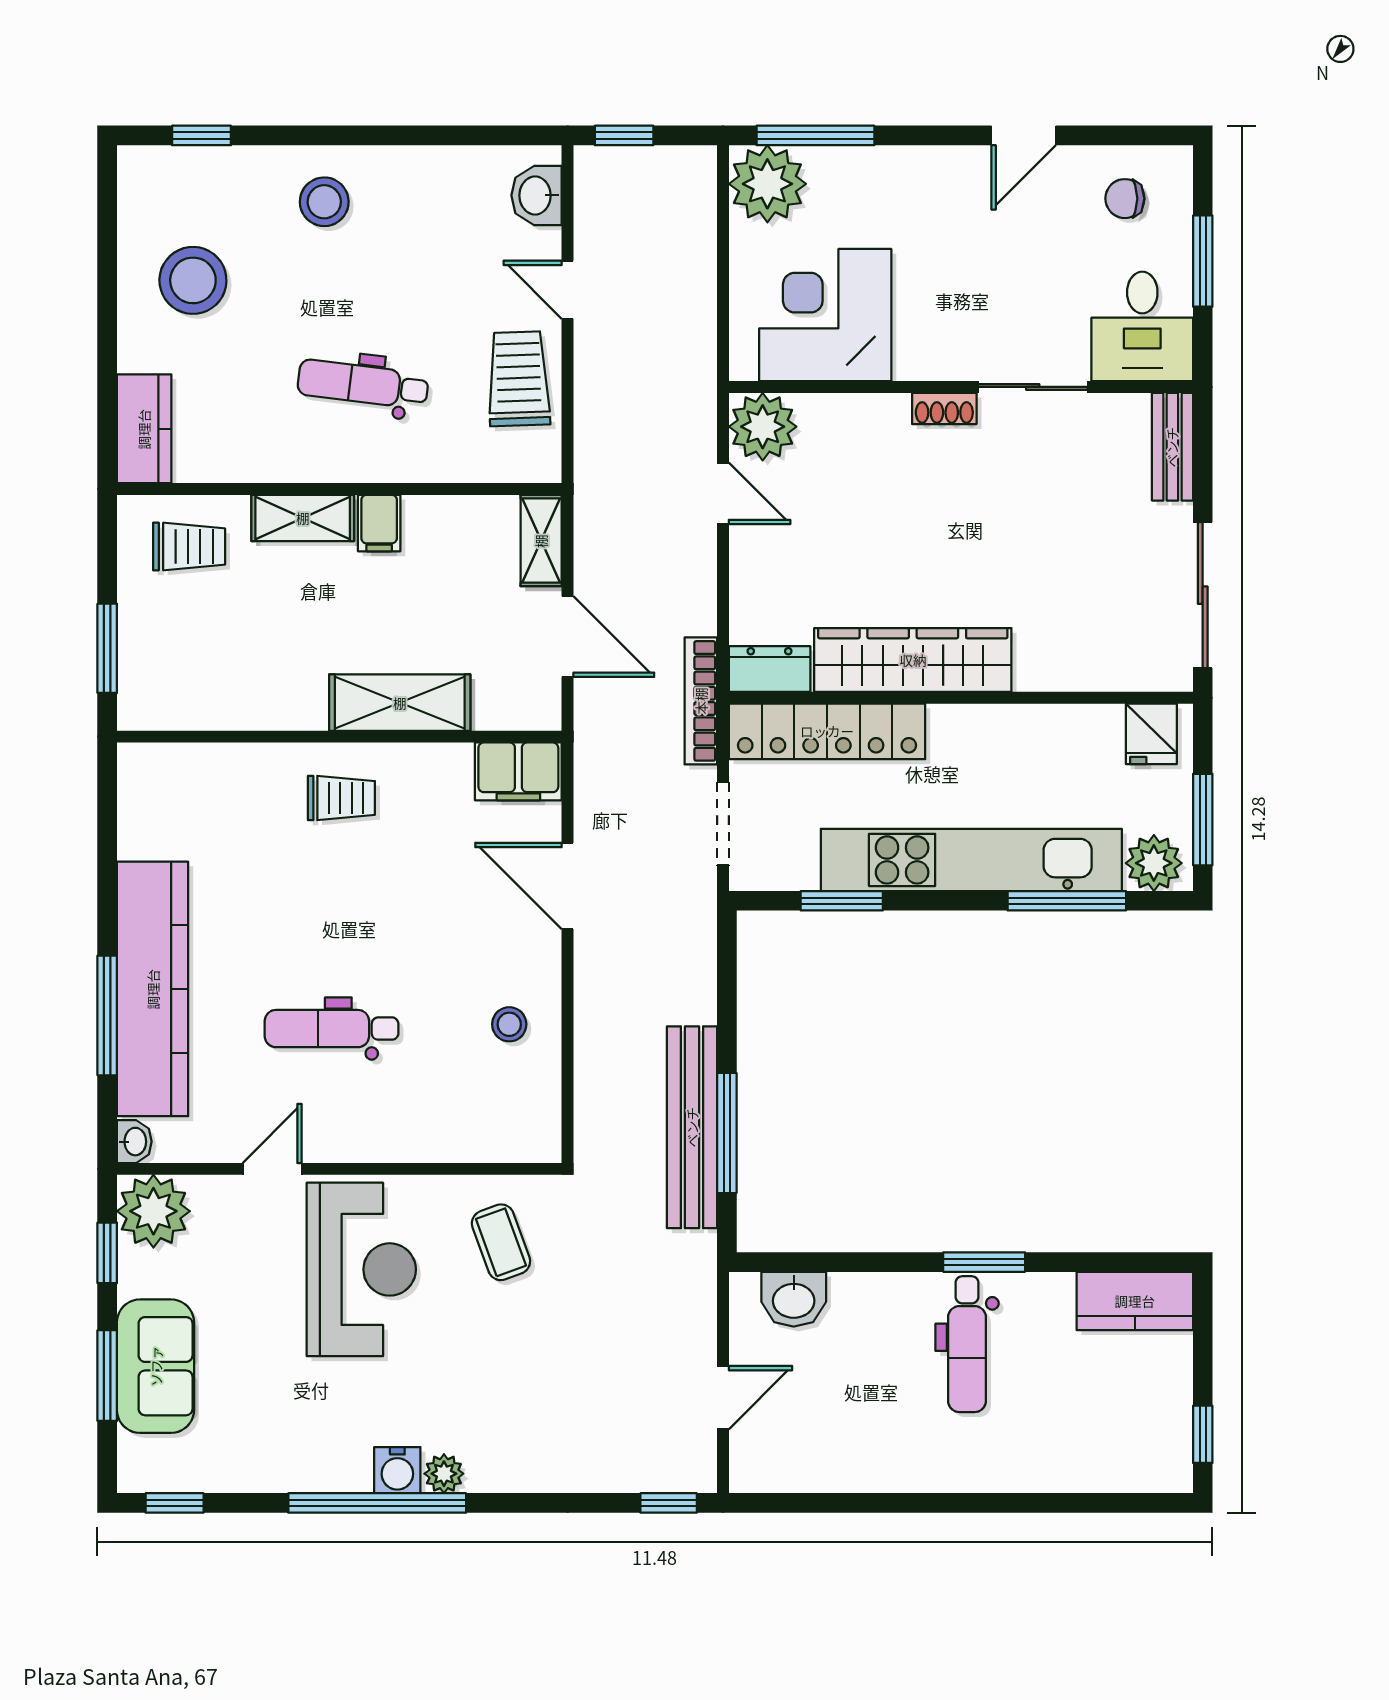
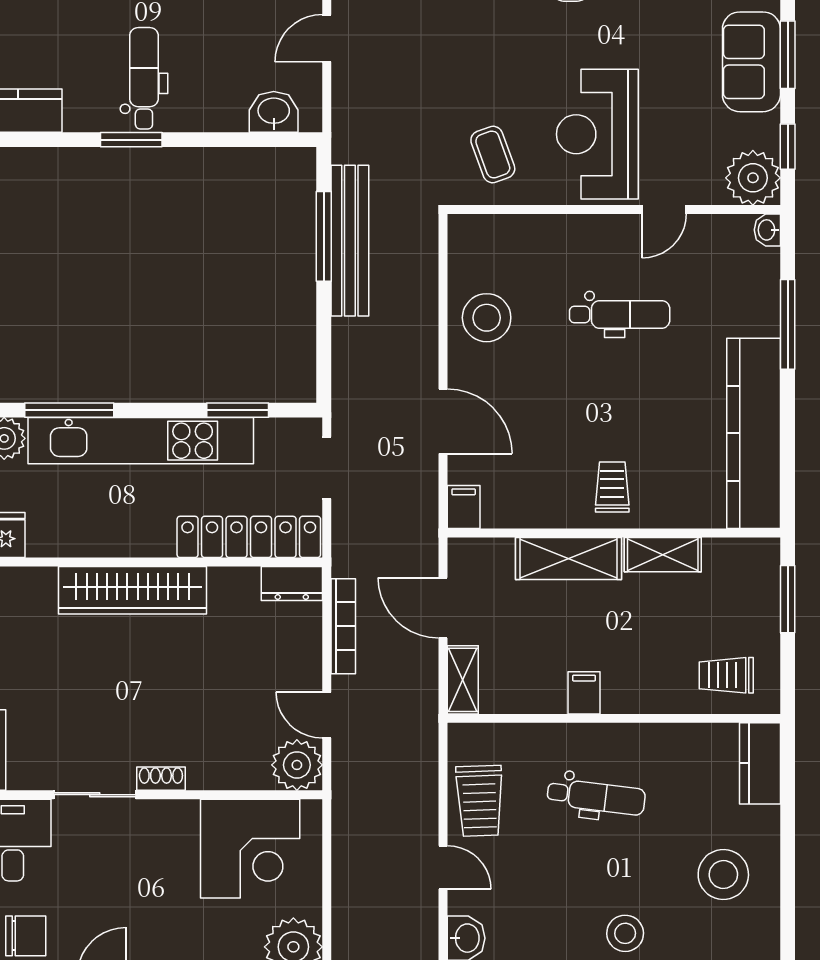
chair: (1125, 199) -> (26, 936), width x1.37, depth x1.37
shelving: (303, 518) -> (663, 555), moved
wardrobe: (913, 660) -> (132, 590), moved
bookcase: (701, 701) -> (343, 626), moved
filing cabinet: (518, 771) -> (464, 507), width x0.50
trolley: (341, 798) -> (612, 487), turned 90
kitchen counter: (153, 989) -> (754, 433), moved
stool: (509, 1024) -> (487, 318), width x1.89, depth x1.89

